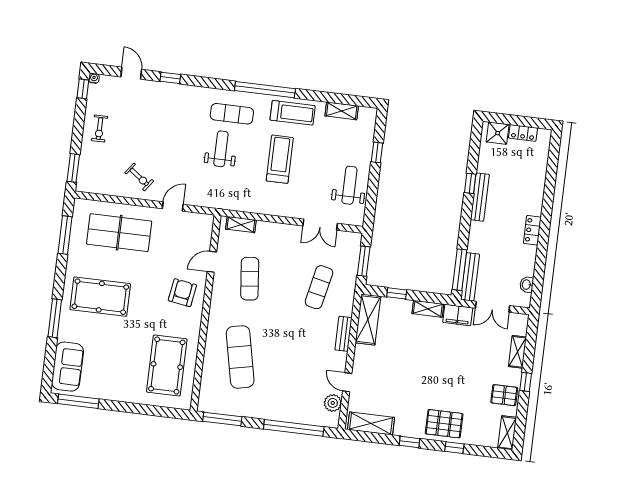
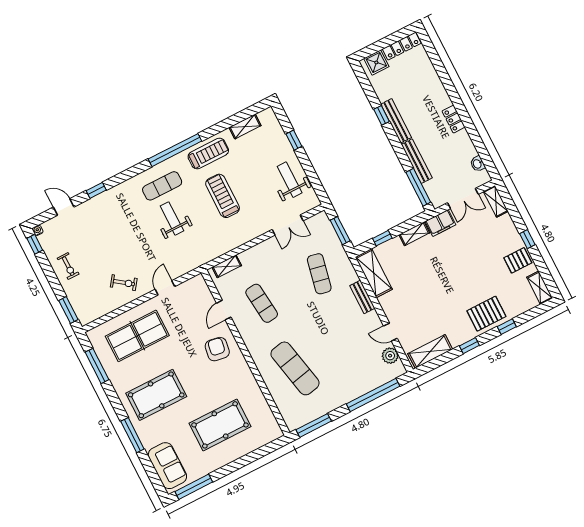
locker: (523, 133) -> (402, 46), width x1.53
bench: (470, 277) -> (417, 161), moved
shelving: (517, 352) -> (496, 201), moved
pool table: (167, 366) -> (220, 425), moved, turned 90

